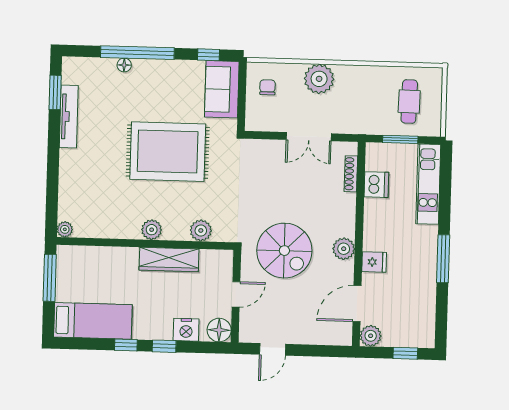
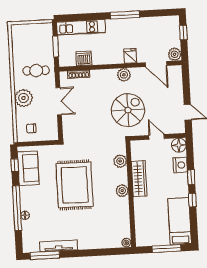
sofa: (222, 89) -> (28, 168), moved, turned -90
window: (55, 92) -> (45, 255), width x1.44
cafe table: (409, 101) -> (36, 71), moved
window: (50, 278) -> (166, 249), moved

